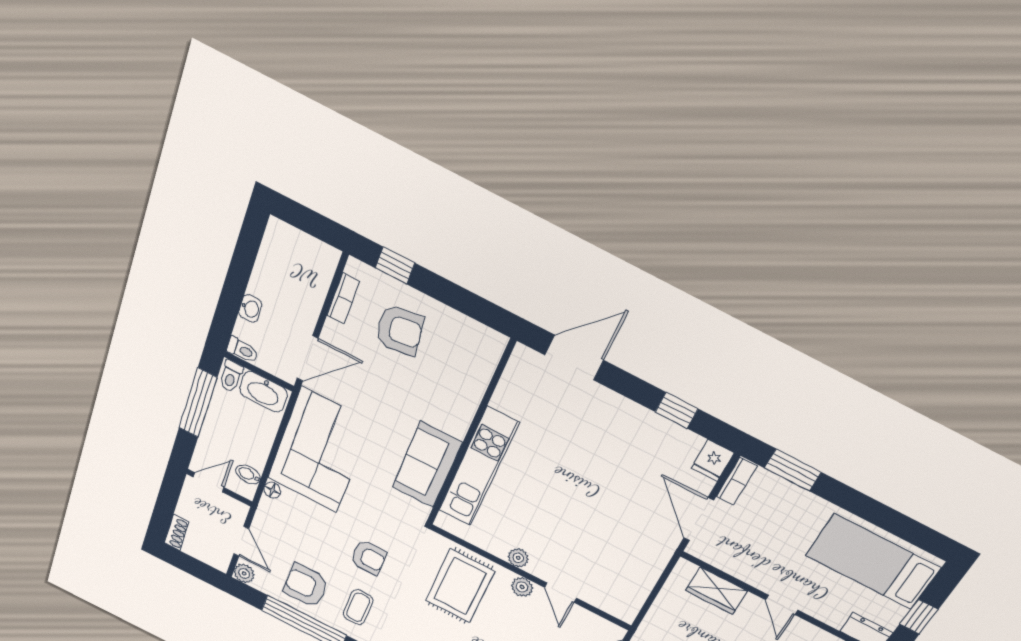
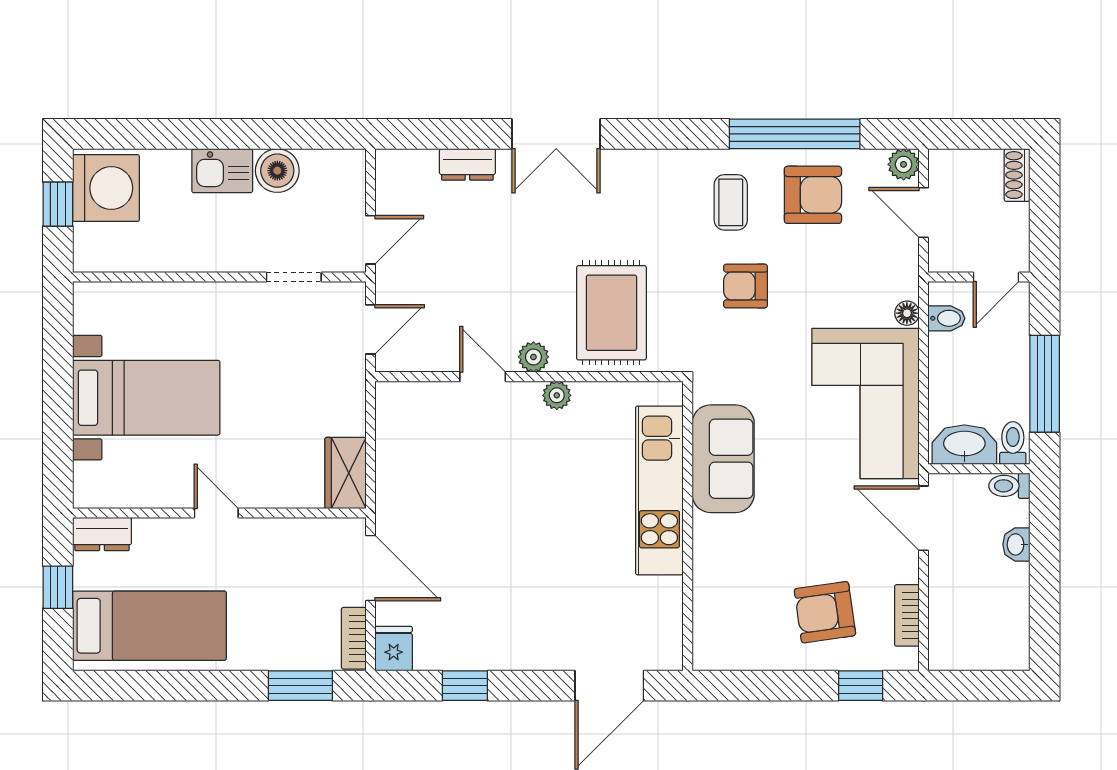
door: (308, 358) -> (924, 518), hinge flipped
wardrobe: (716, 591) -> (345, 473), moved, turned -90

